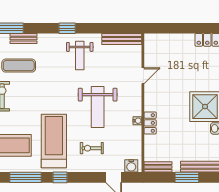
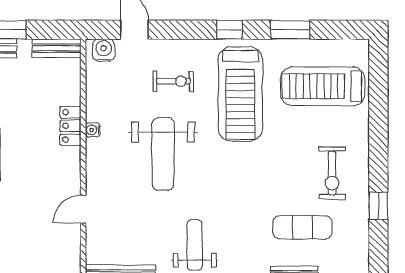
weight bench: (98, 107) -> (163, 154), turned 180
window: (26, 177) -> (290, 30), width x0.69

